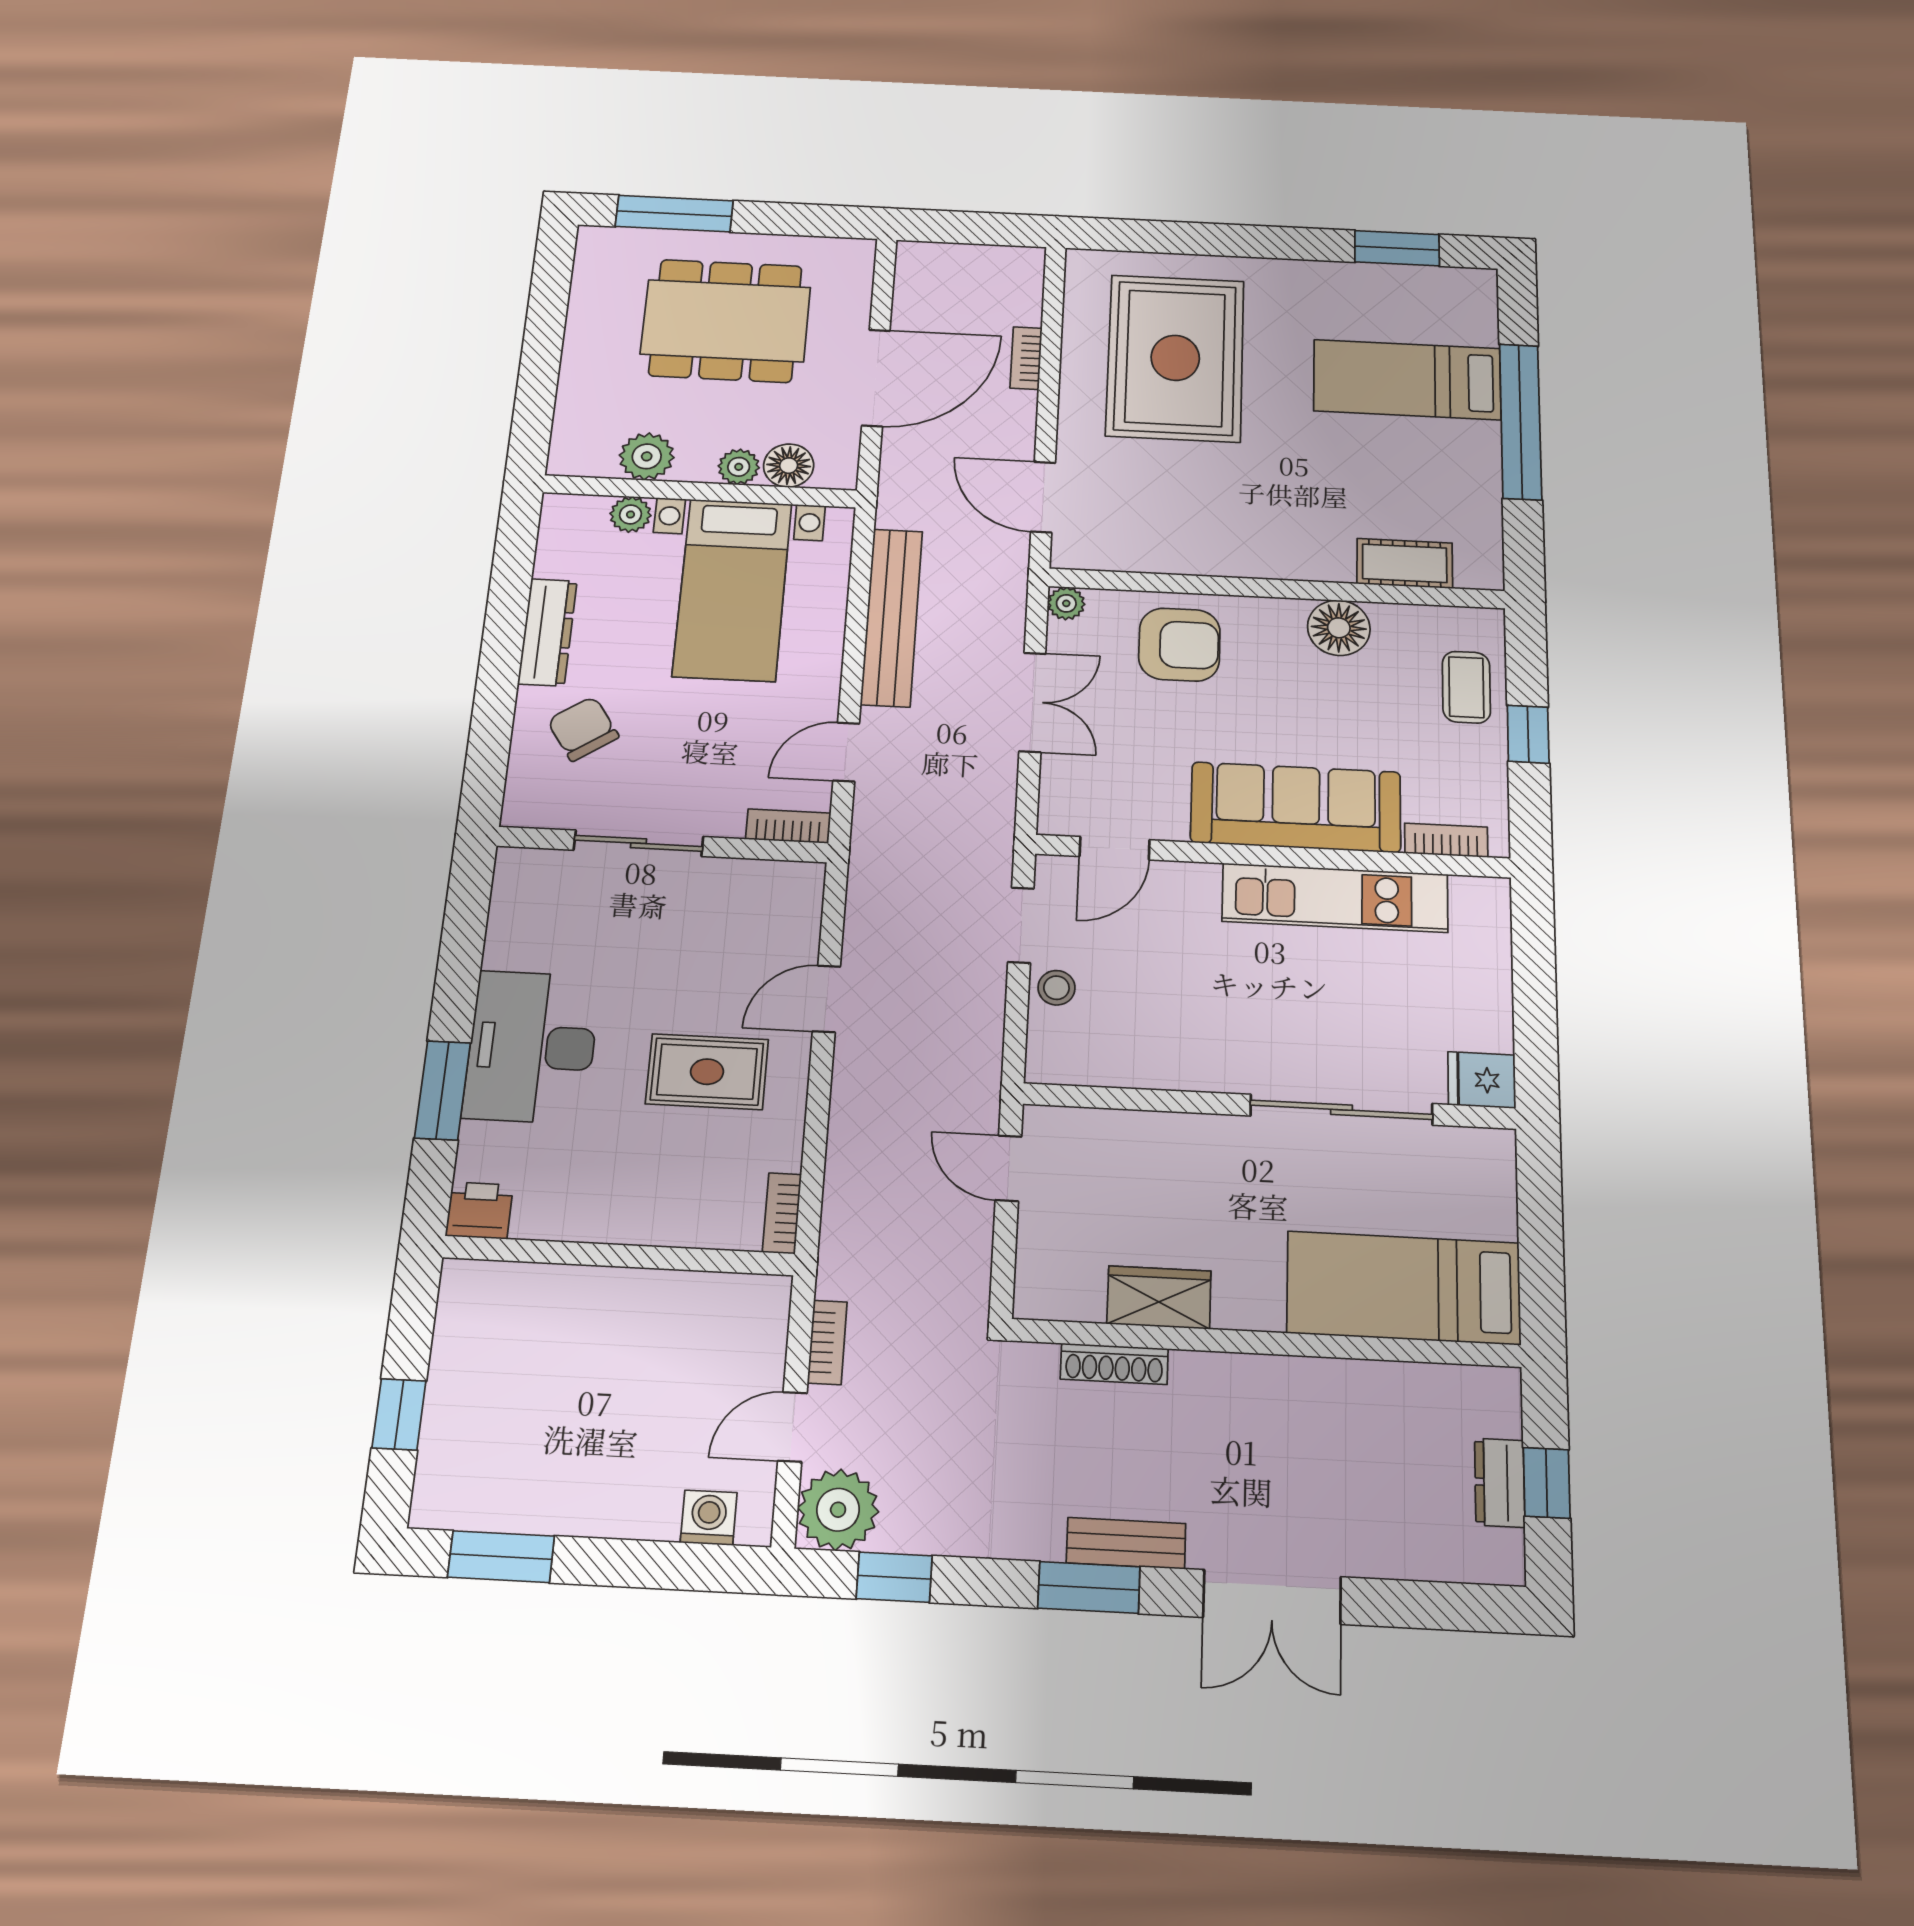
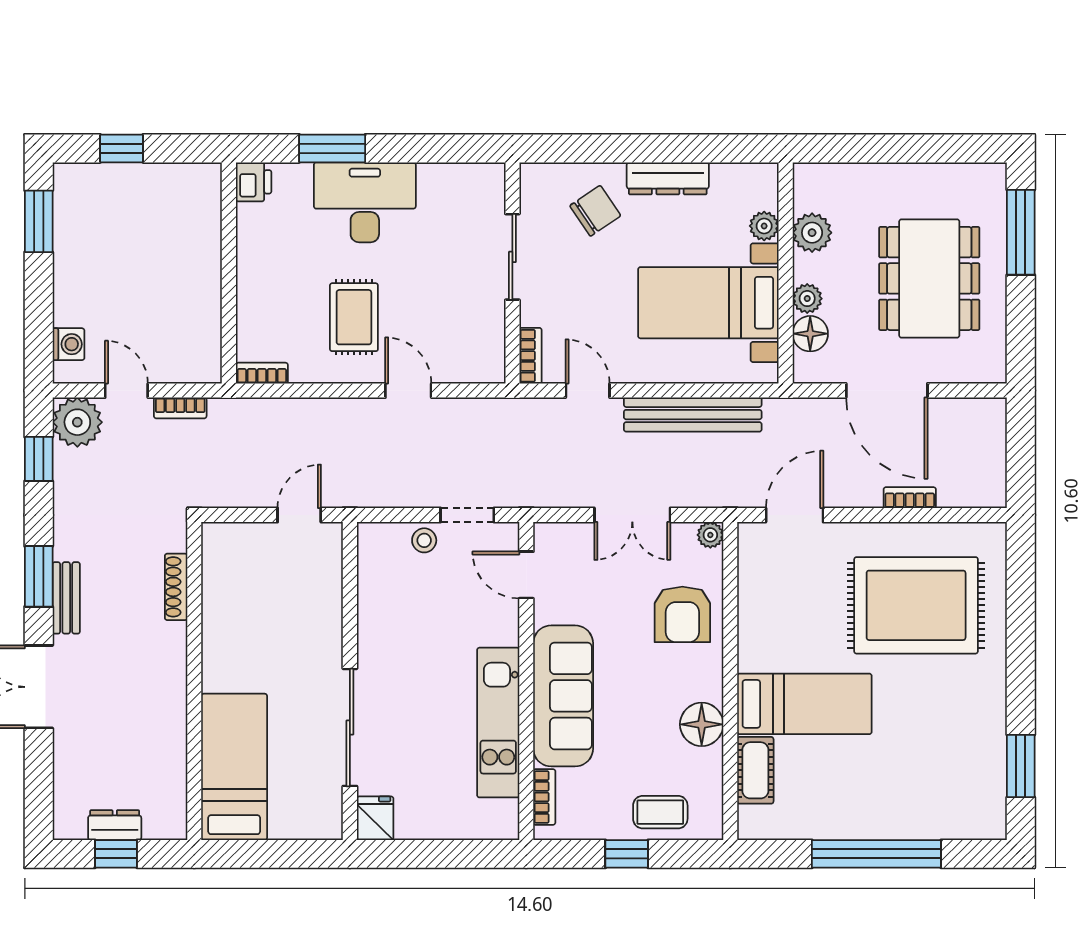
bed: (1407, 380) -> (804, 704), moved, turned 90
wardrobe: (1159, 1297) -> (220, 613), removed

